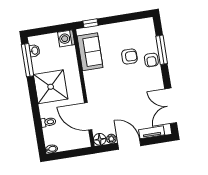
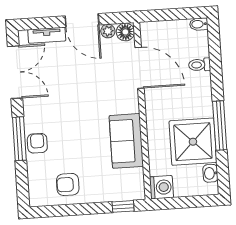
window: (162, 50) -> (19, 139), moved
sofa: (90, 52) -> (126, 141), moved
armchair: (129, 56) -> (68, 184), moved
window: (28, 60) -> (220, 126), moved
shower: (51, 87) -> (193, 142), moved

